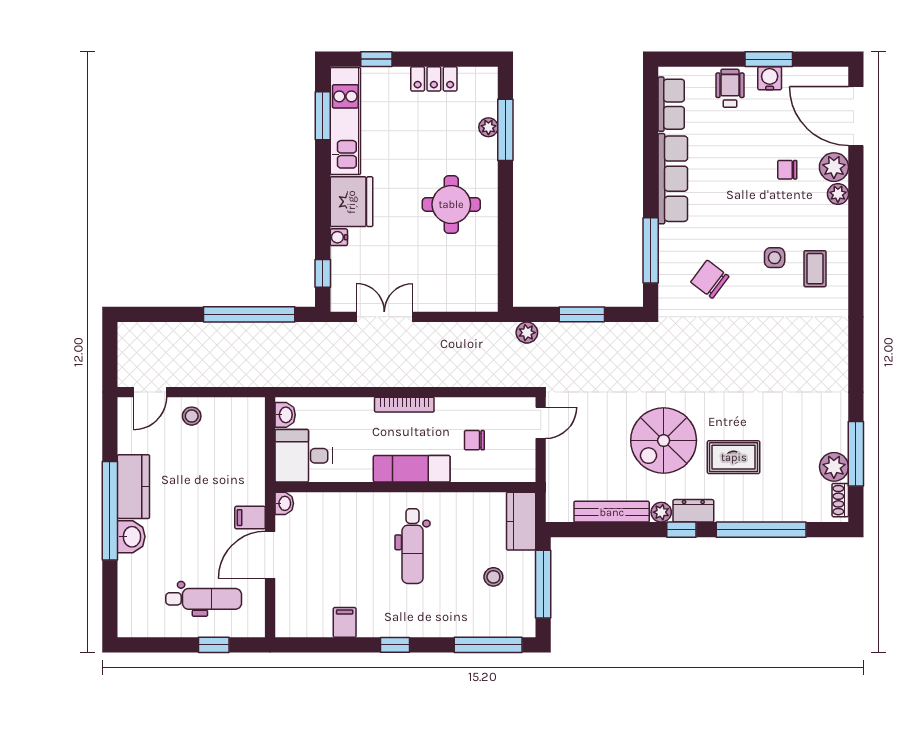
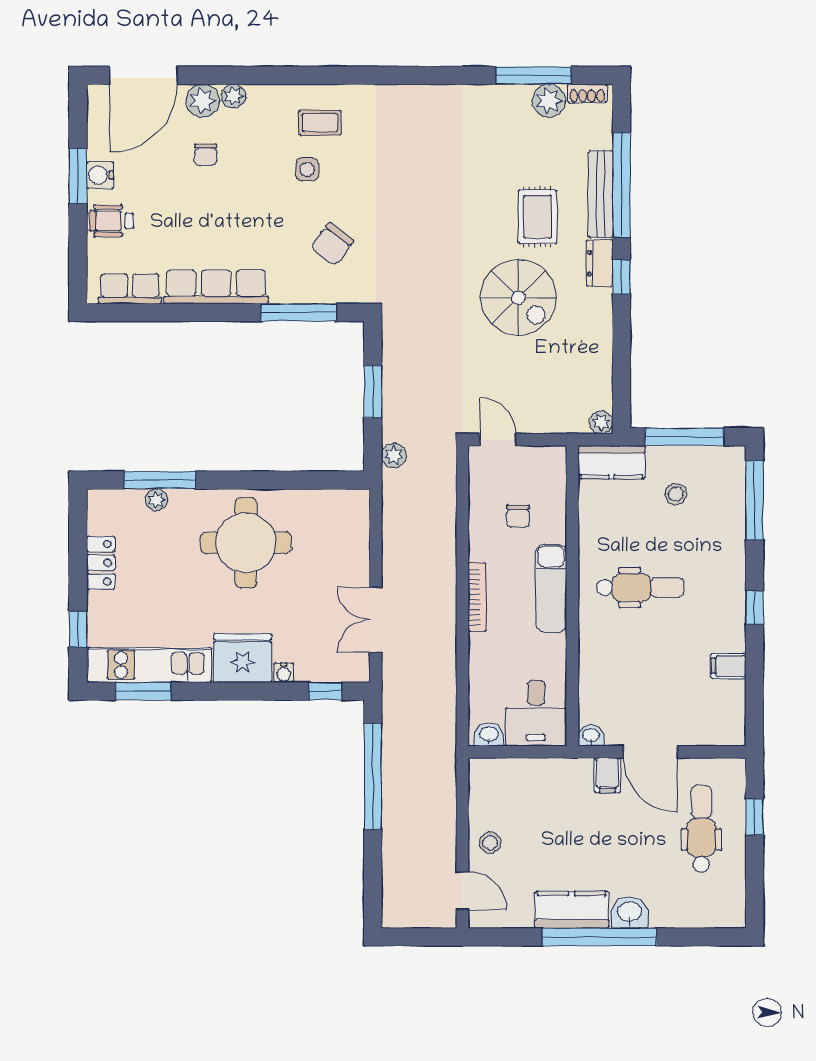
round table: (451, 204) -> (246, 543), width x1.36, depth x1.36
bench: (612, 512) -> (601, 194), moved
plant: (661, 512) -> (601, 422), moved

